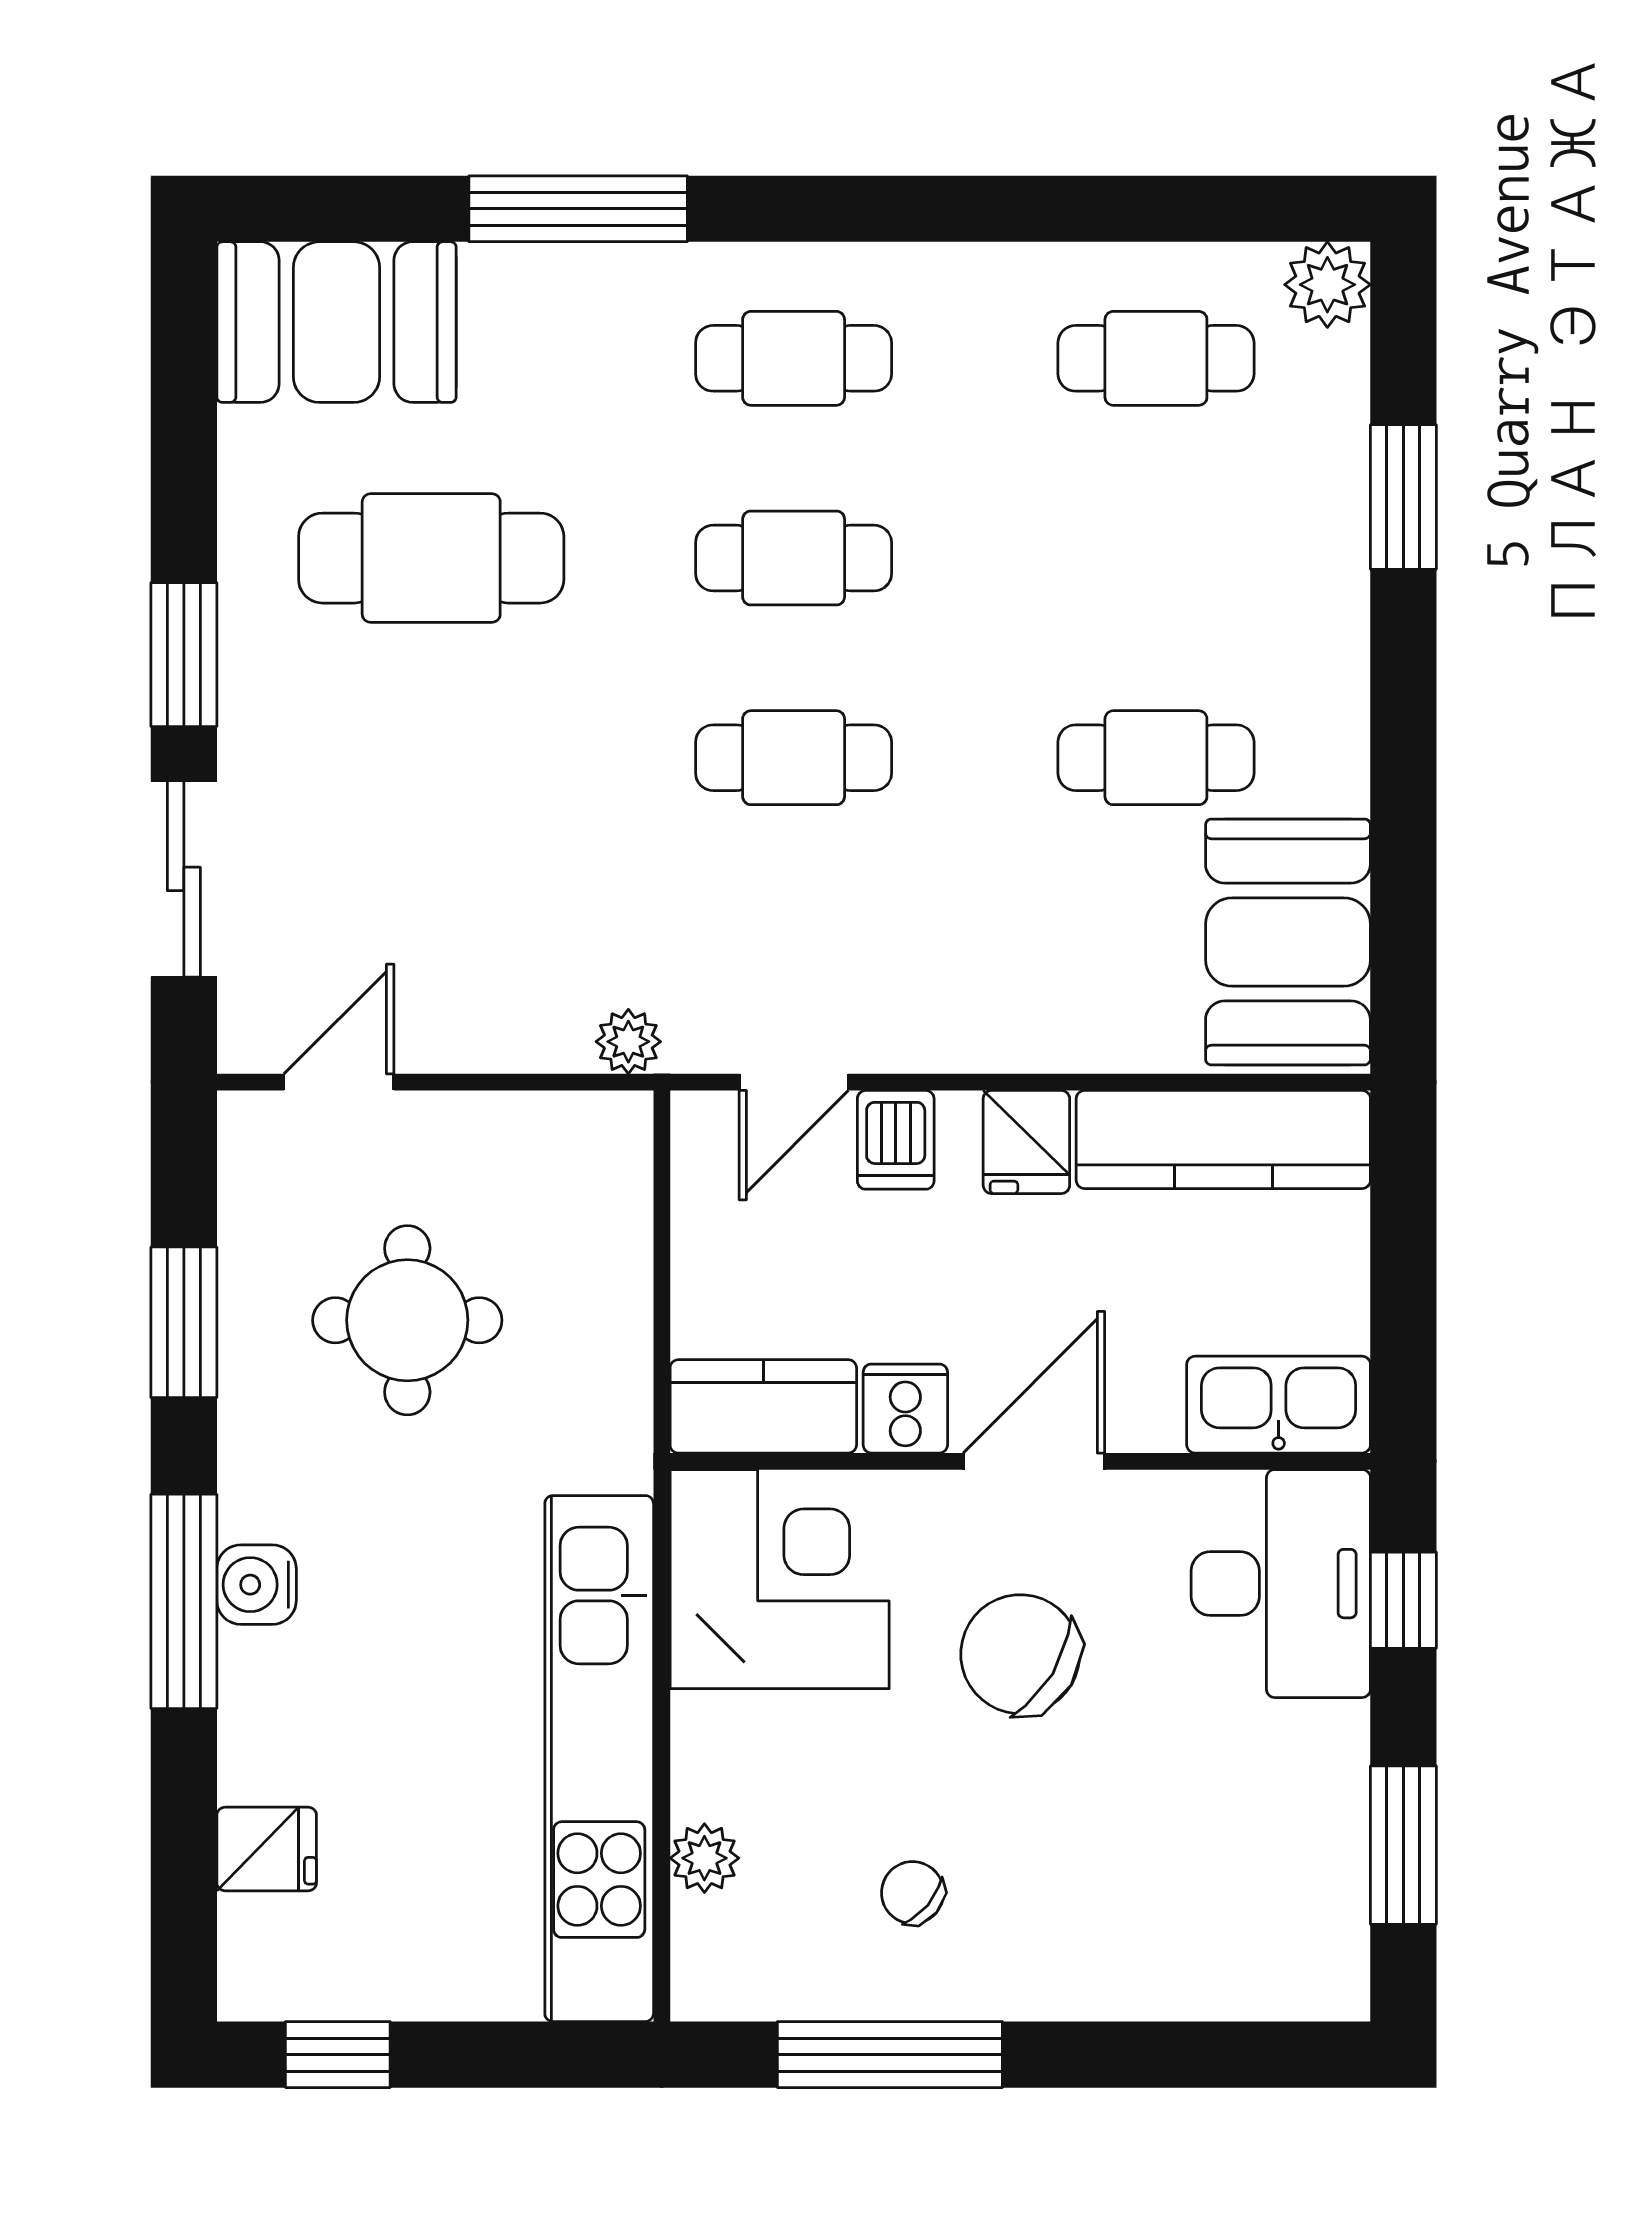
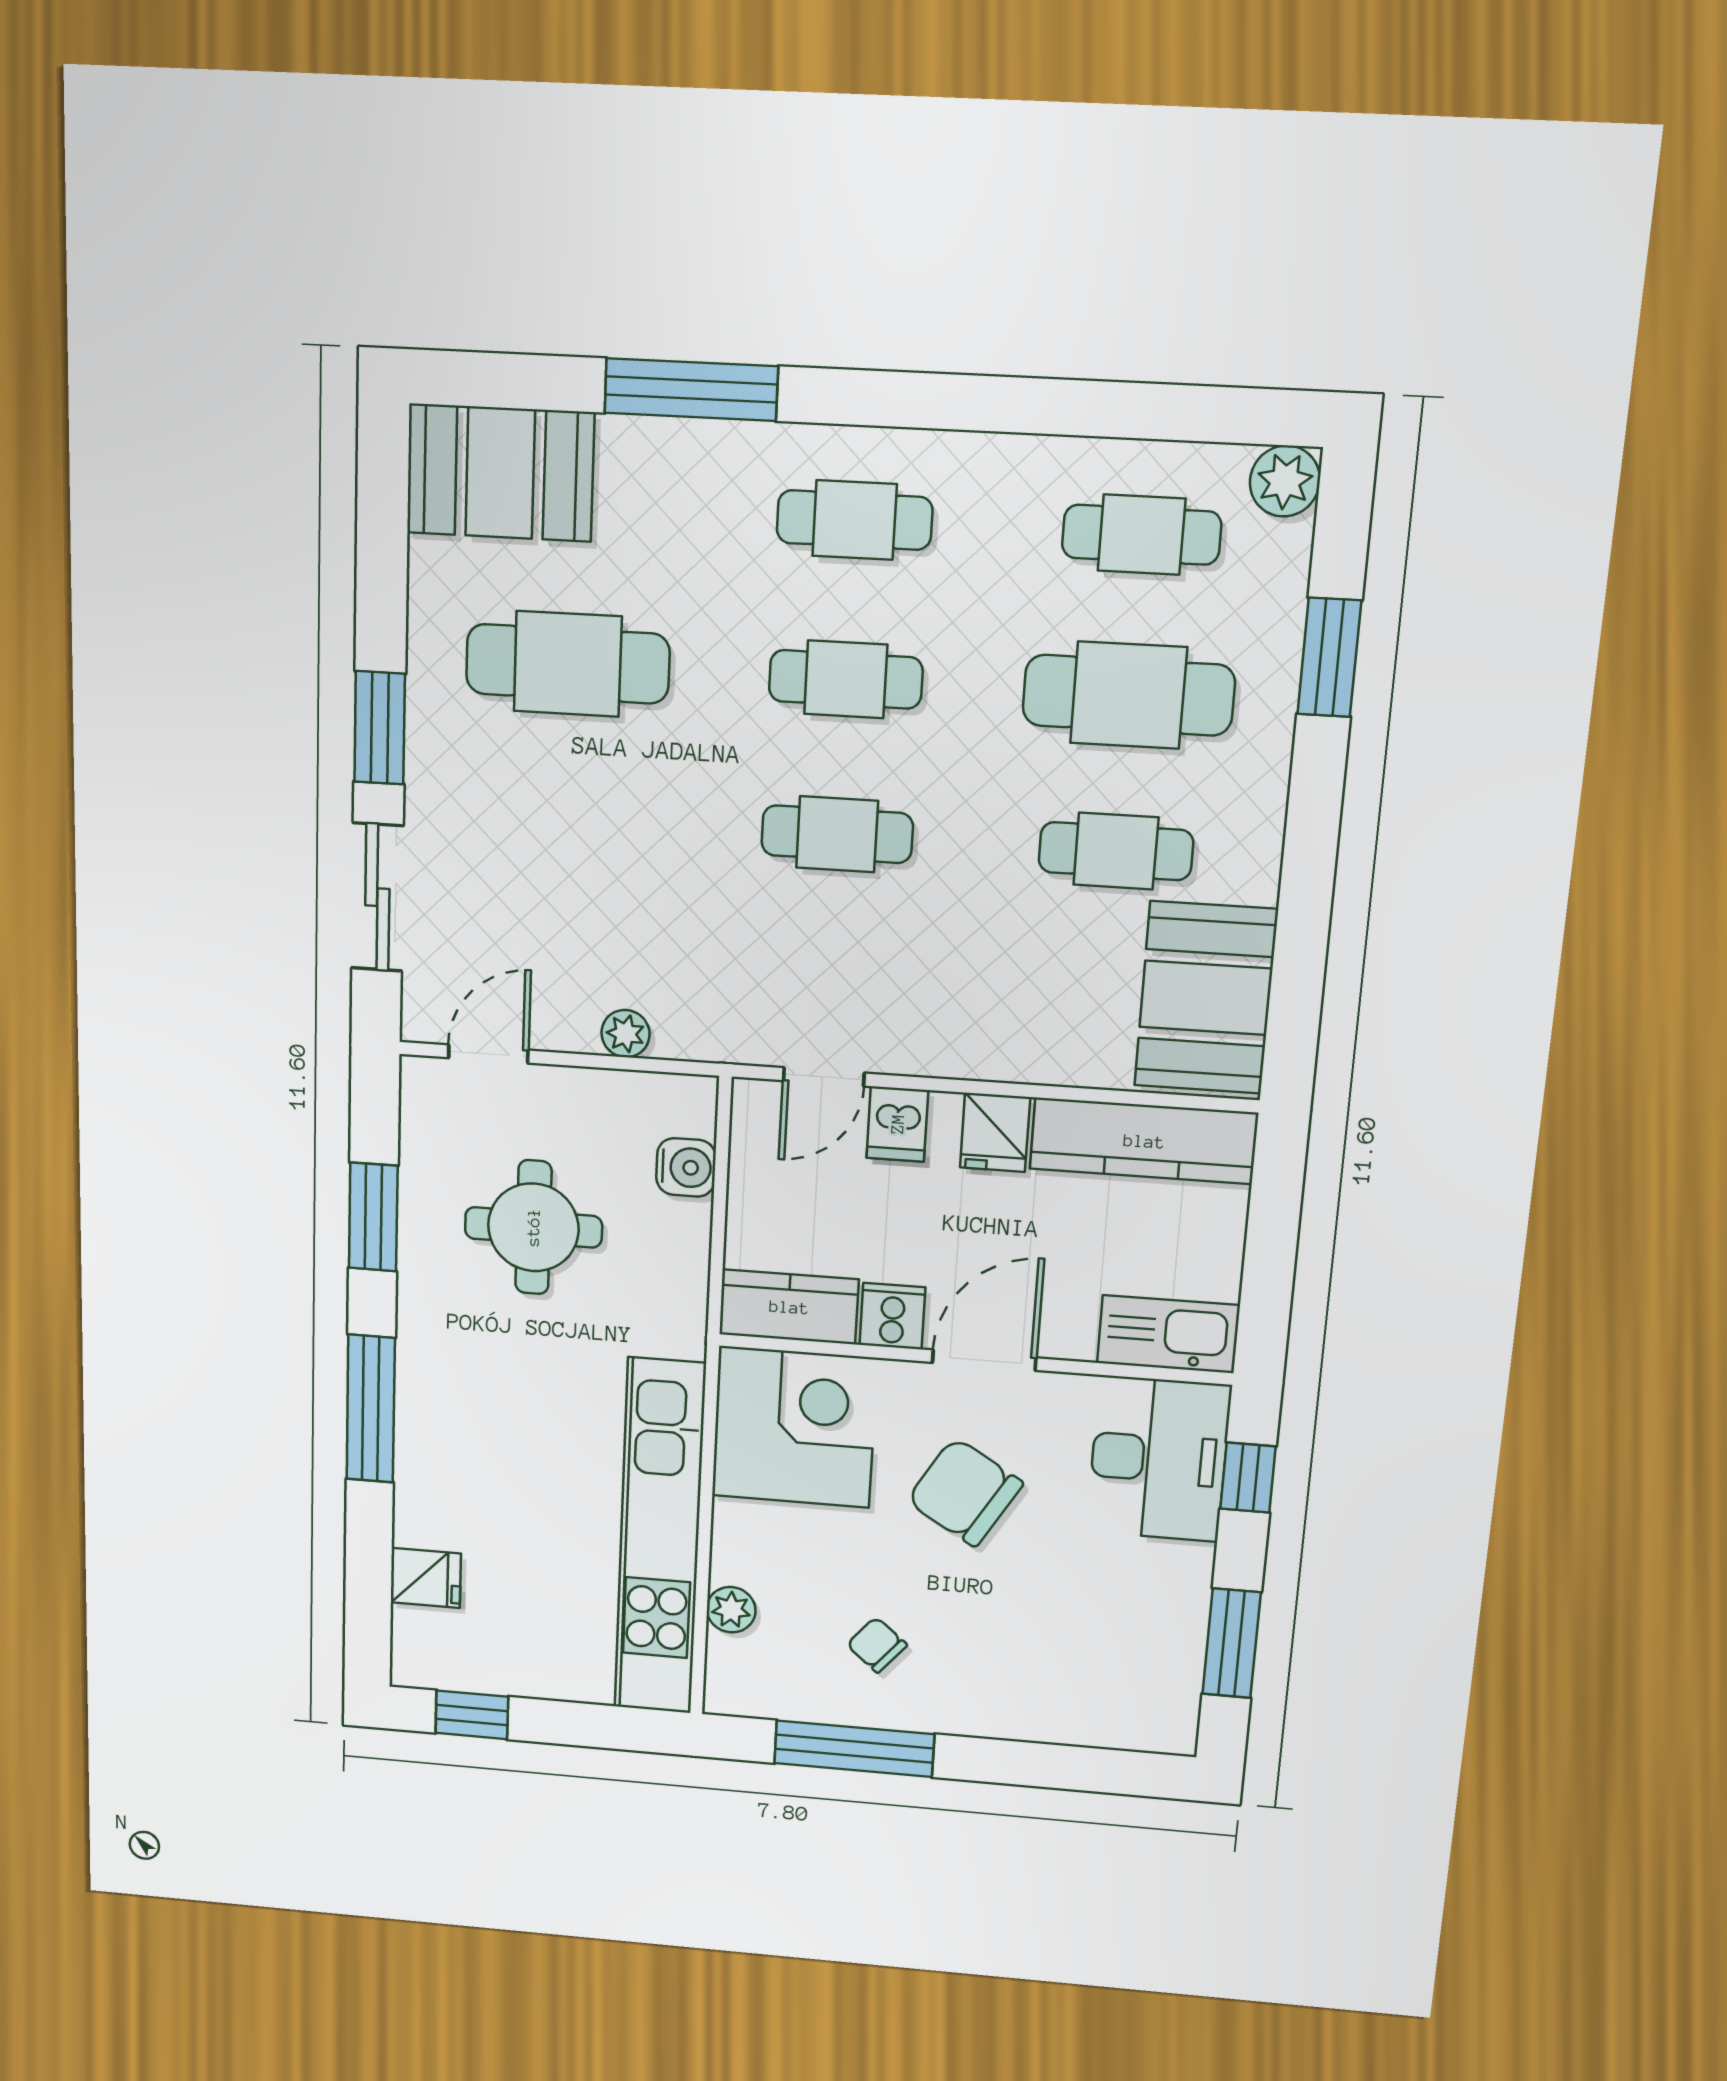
cafe table: (1156, 558) -> (1129, 695), added
plant: (628, 1042) -> (625, 1034), moved
water cooler: (257, 1585) -> (686, 1167), moved, turned 180

